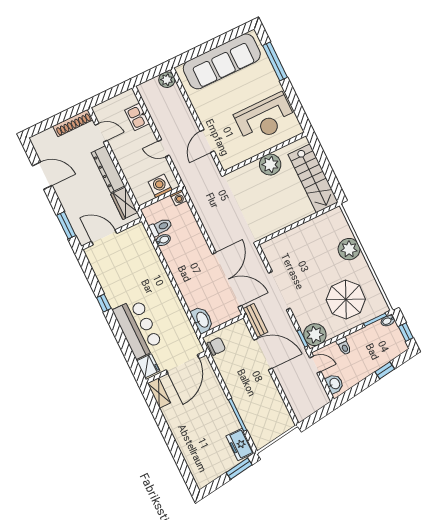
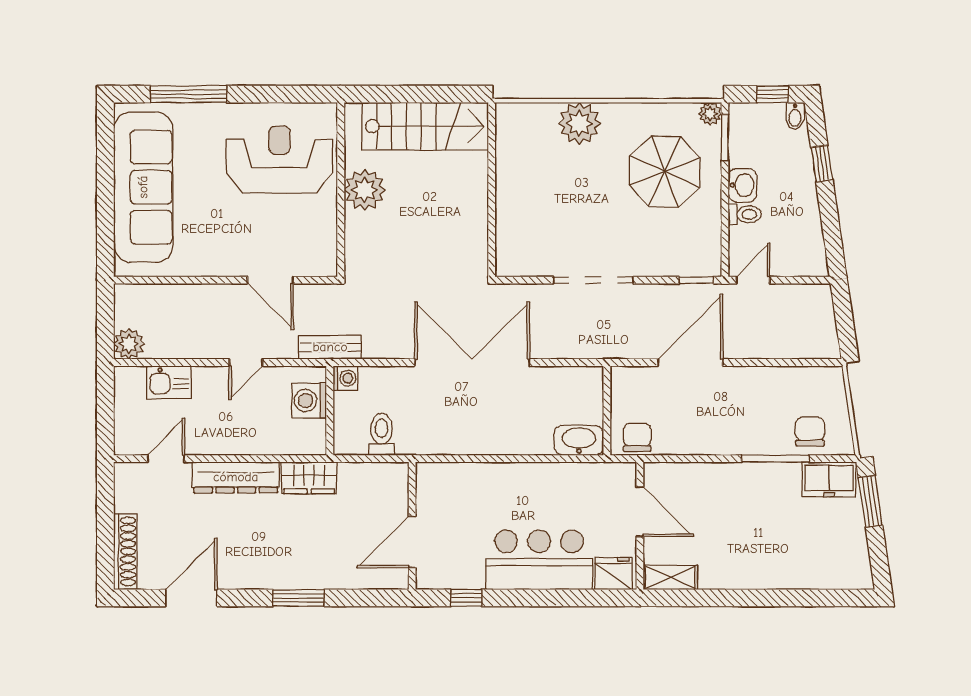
plant: (167, 80) -> (129, 344), moved
reception desk: (265, 118) -> (279, 160), turned -90
shoe rack: (73, 123) -> (125, 551), moved
wall: (112, 234) -> (412, 526), moved
door: (104, 237) -> (412, 542), moved
bidet: (163, 240) -> (406, 441), removed
double door: (227, 280) -> (472, 363), moved
bench: (255, 320) -> (330, 347), moved
bidet: (388, 321) -> (795, 116), moved
plant: (315, 335) -> (710, 114), moved, width x0.53, depth x0.53
door: (183, 364) -> (640, 512), width x0.73
washbasin: (334, 384) -> (742, 185), moved, turned 90
chair: (258, 425) -> (810, 432), added

